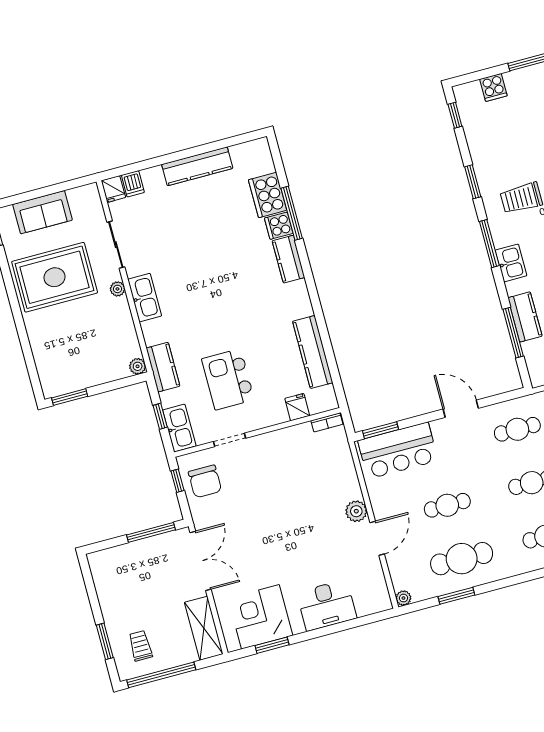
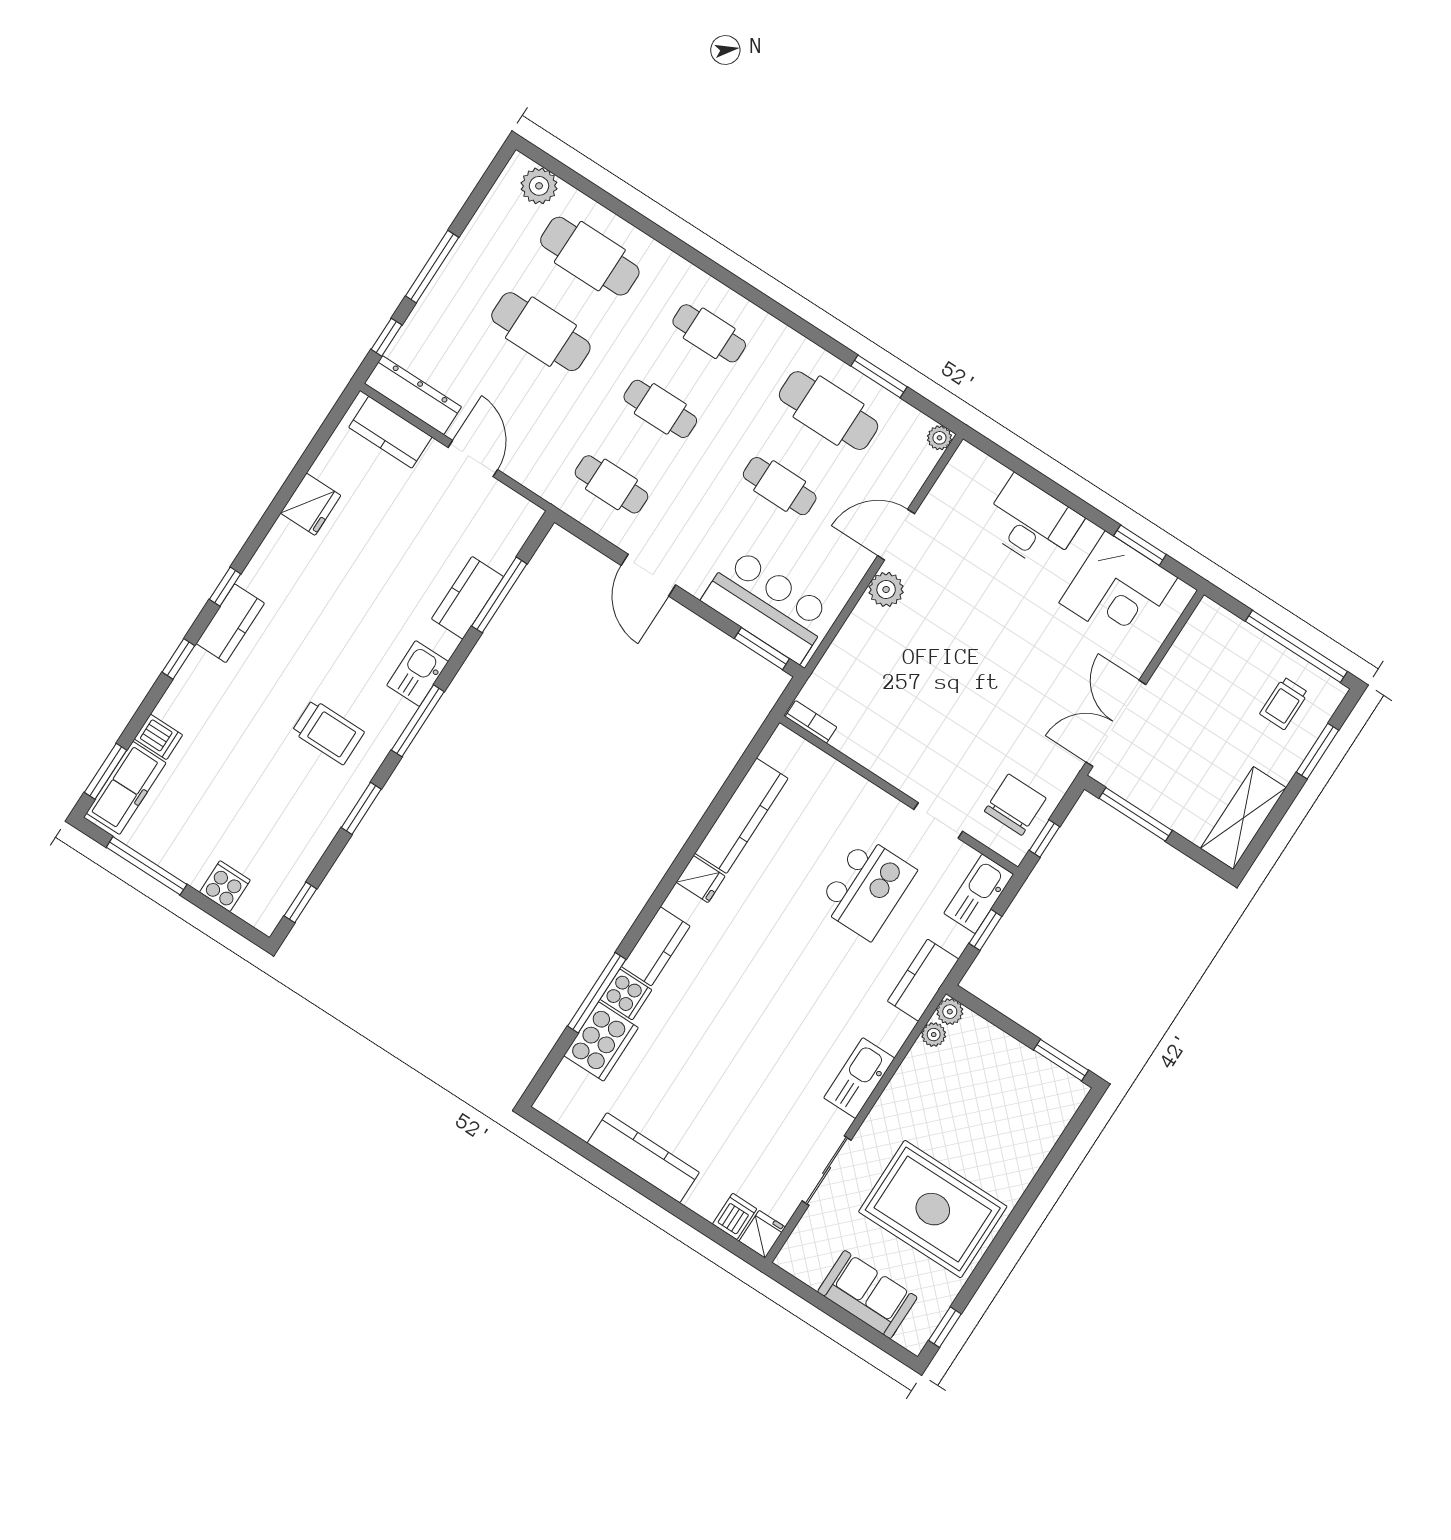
plant: (117, 289) -> (934, 1035), moved
fridge: (297, 407) -> (701, 879), moved, turned -90
shelving: (204, 628) -> (1243, 818), moved

